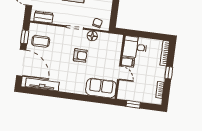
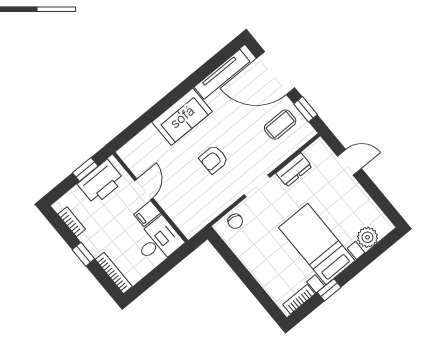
dresser: (43, 17) -> (294, 170), moved
floor lamp: (92, 36) -> (225, 199), removed
door: (119, 73) -> (144, 189), swing flipped
sofa: (101, 88) -> (182, 117), moved
printer: (132, 93) -> (101, 182), added

